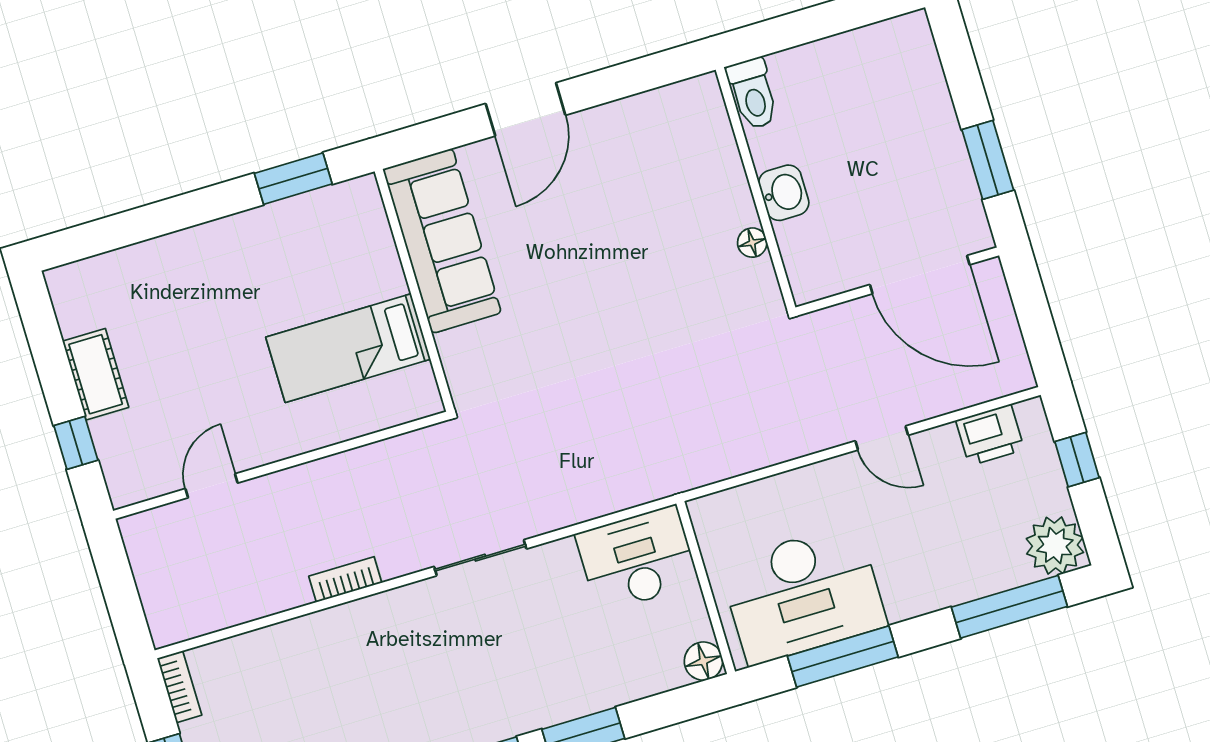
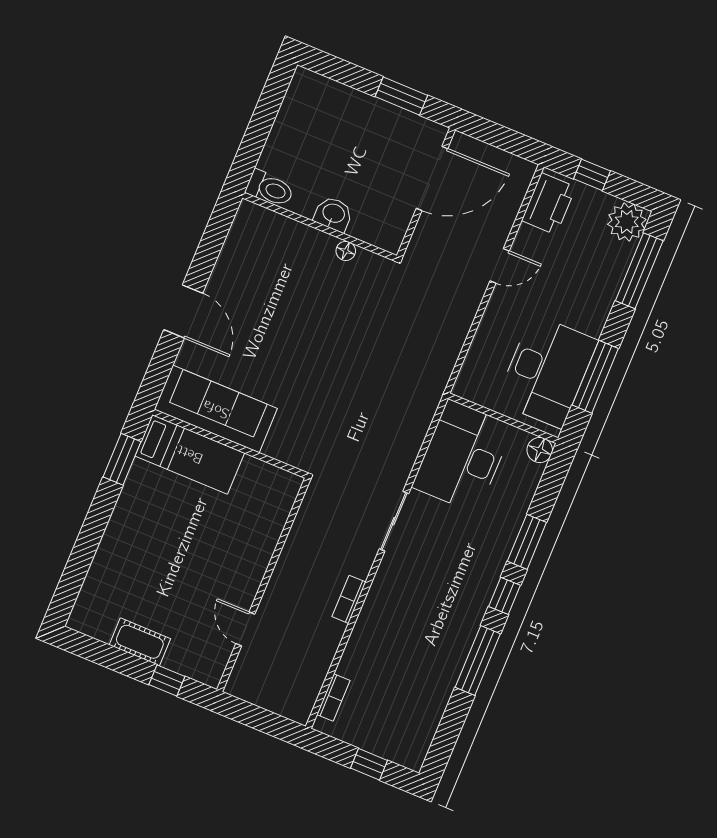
bed: (348, 348) -> (190, 454), moved, turned -90
printer: (990, 435) -> (549, 204), width x1.37, depth x1.19
desk: (637, 559) -> (463, 456), width x1.36, depth x1.30
bookcase: (179, 687) -> (333, 697), moved, turned 90

